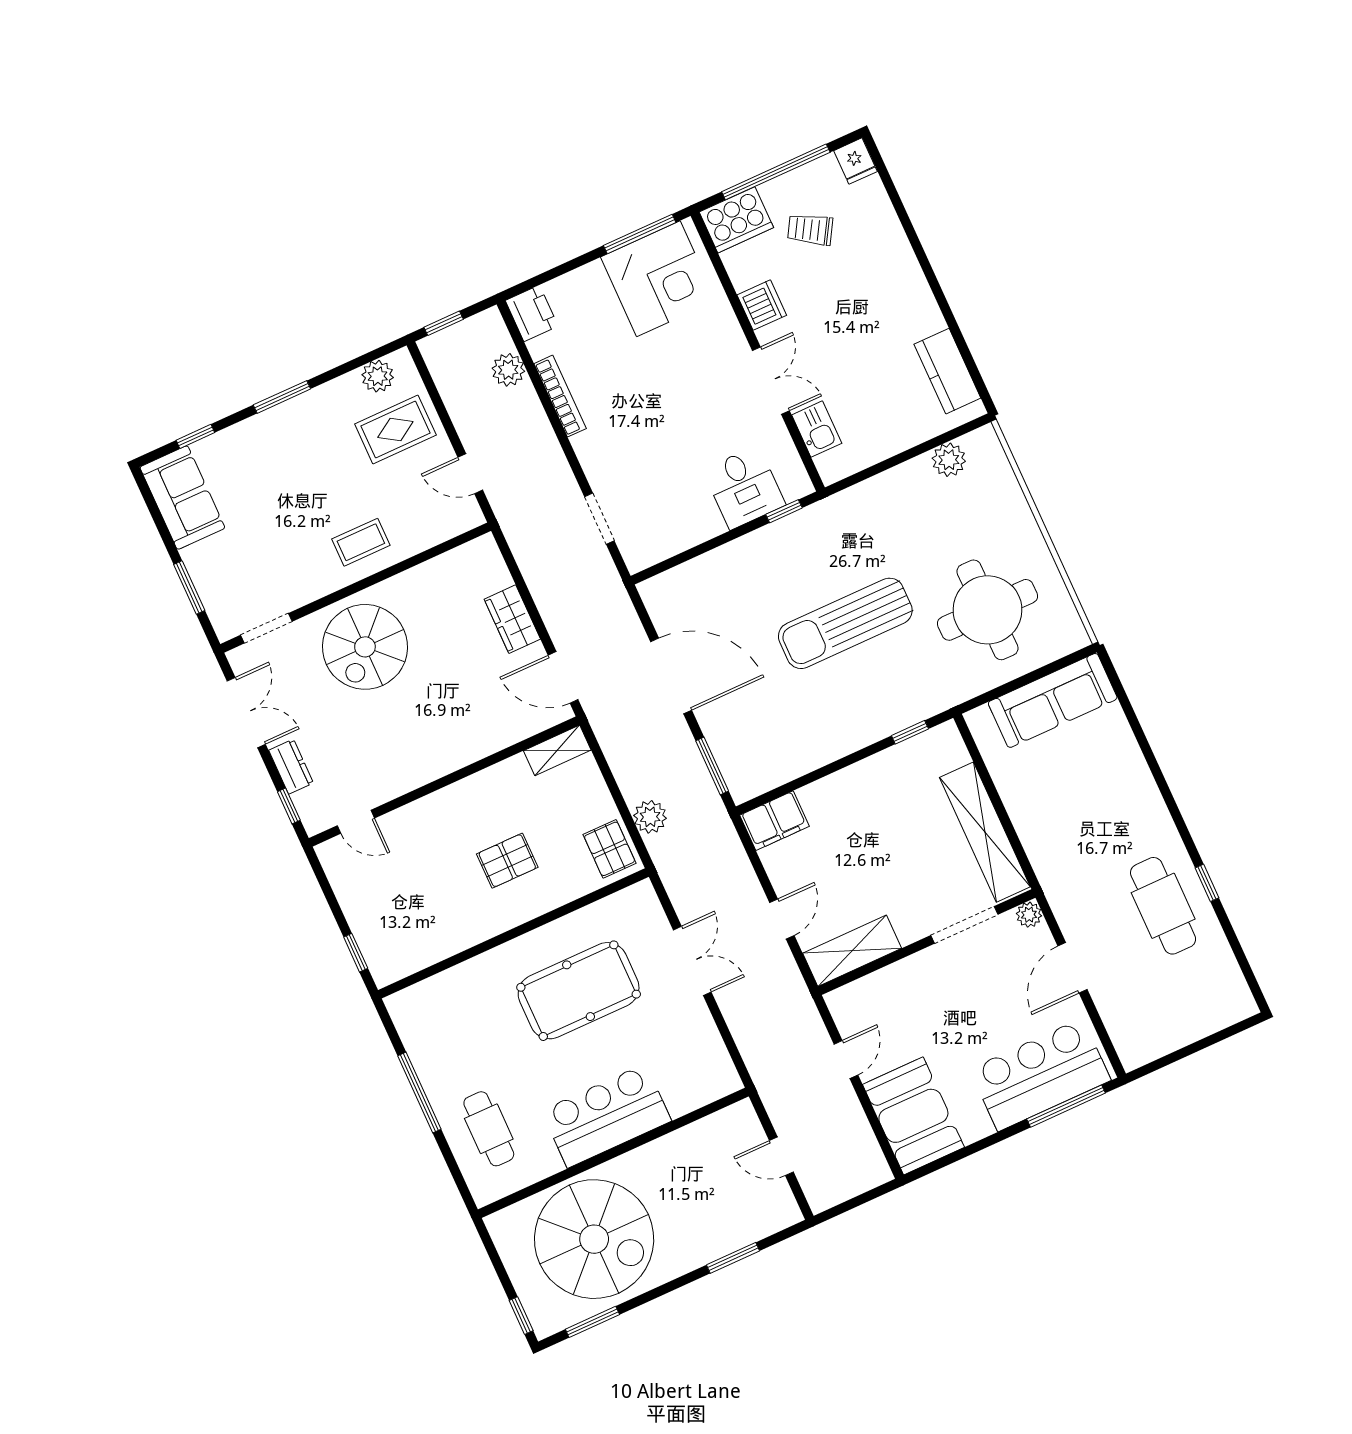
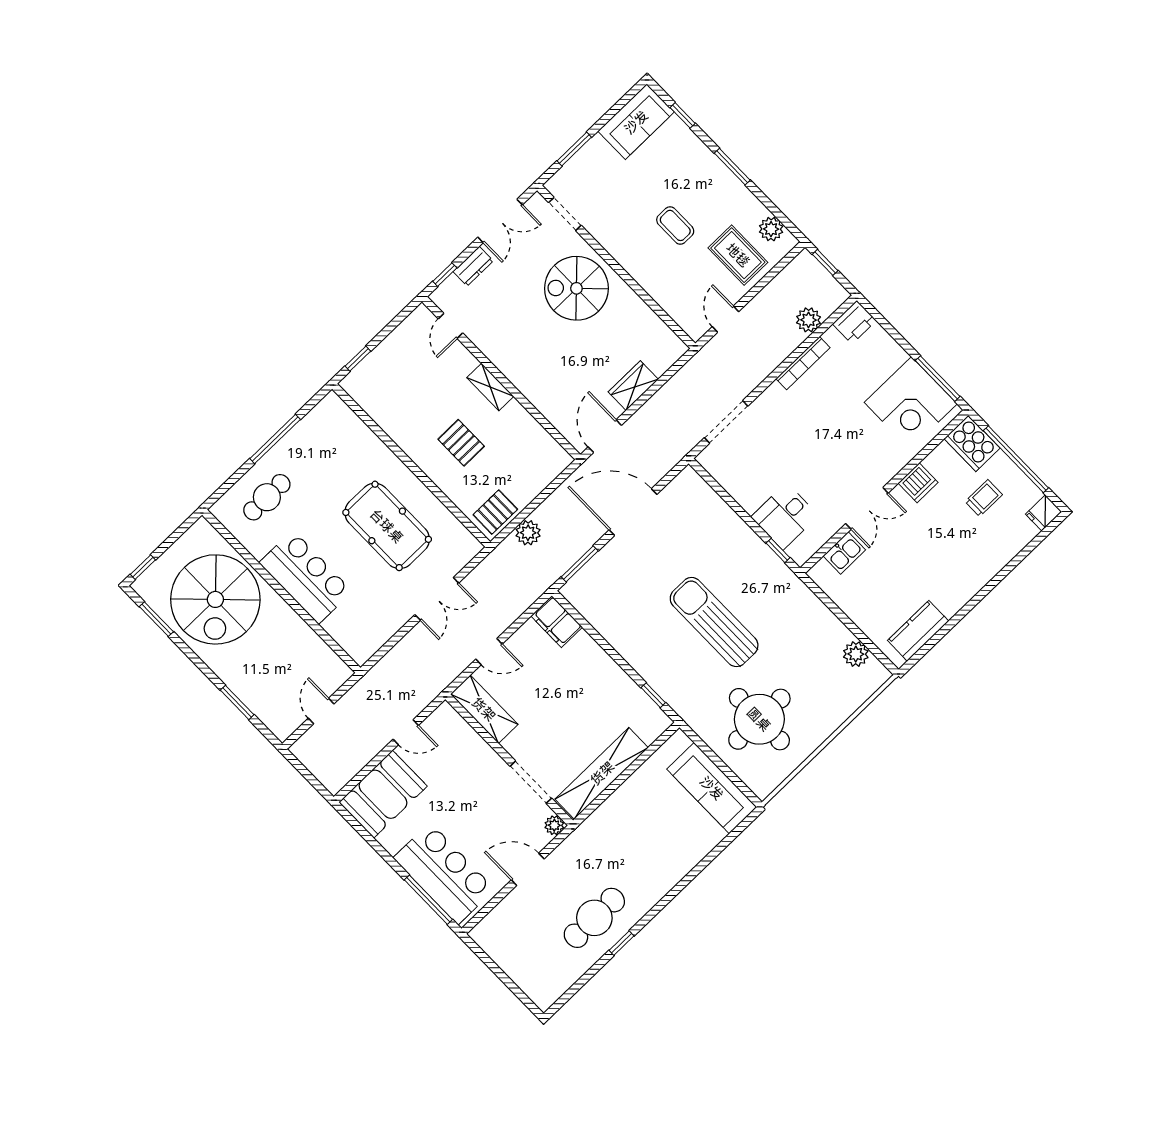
trolley: (810, 230) -> (984, 498), turned 59
doorway: (599, 519) -> (726, 422), width x1.38
coffee table: (361, 542) -> (675, 225), moved
door: (671, 676) -> (633, 512), swing flipped
shelving: (557, 750) -> (490, 387), moved

